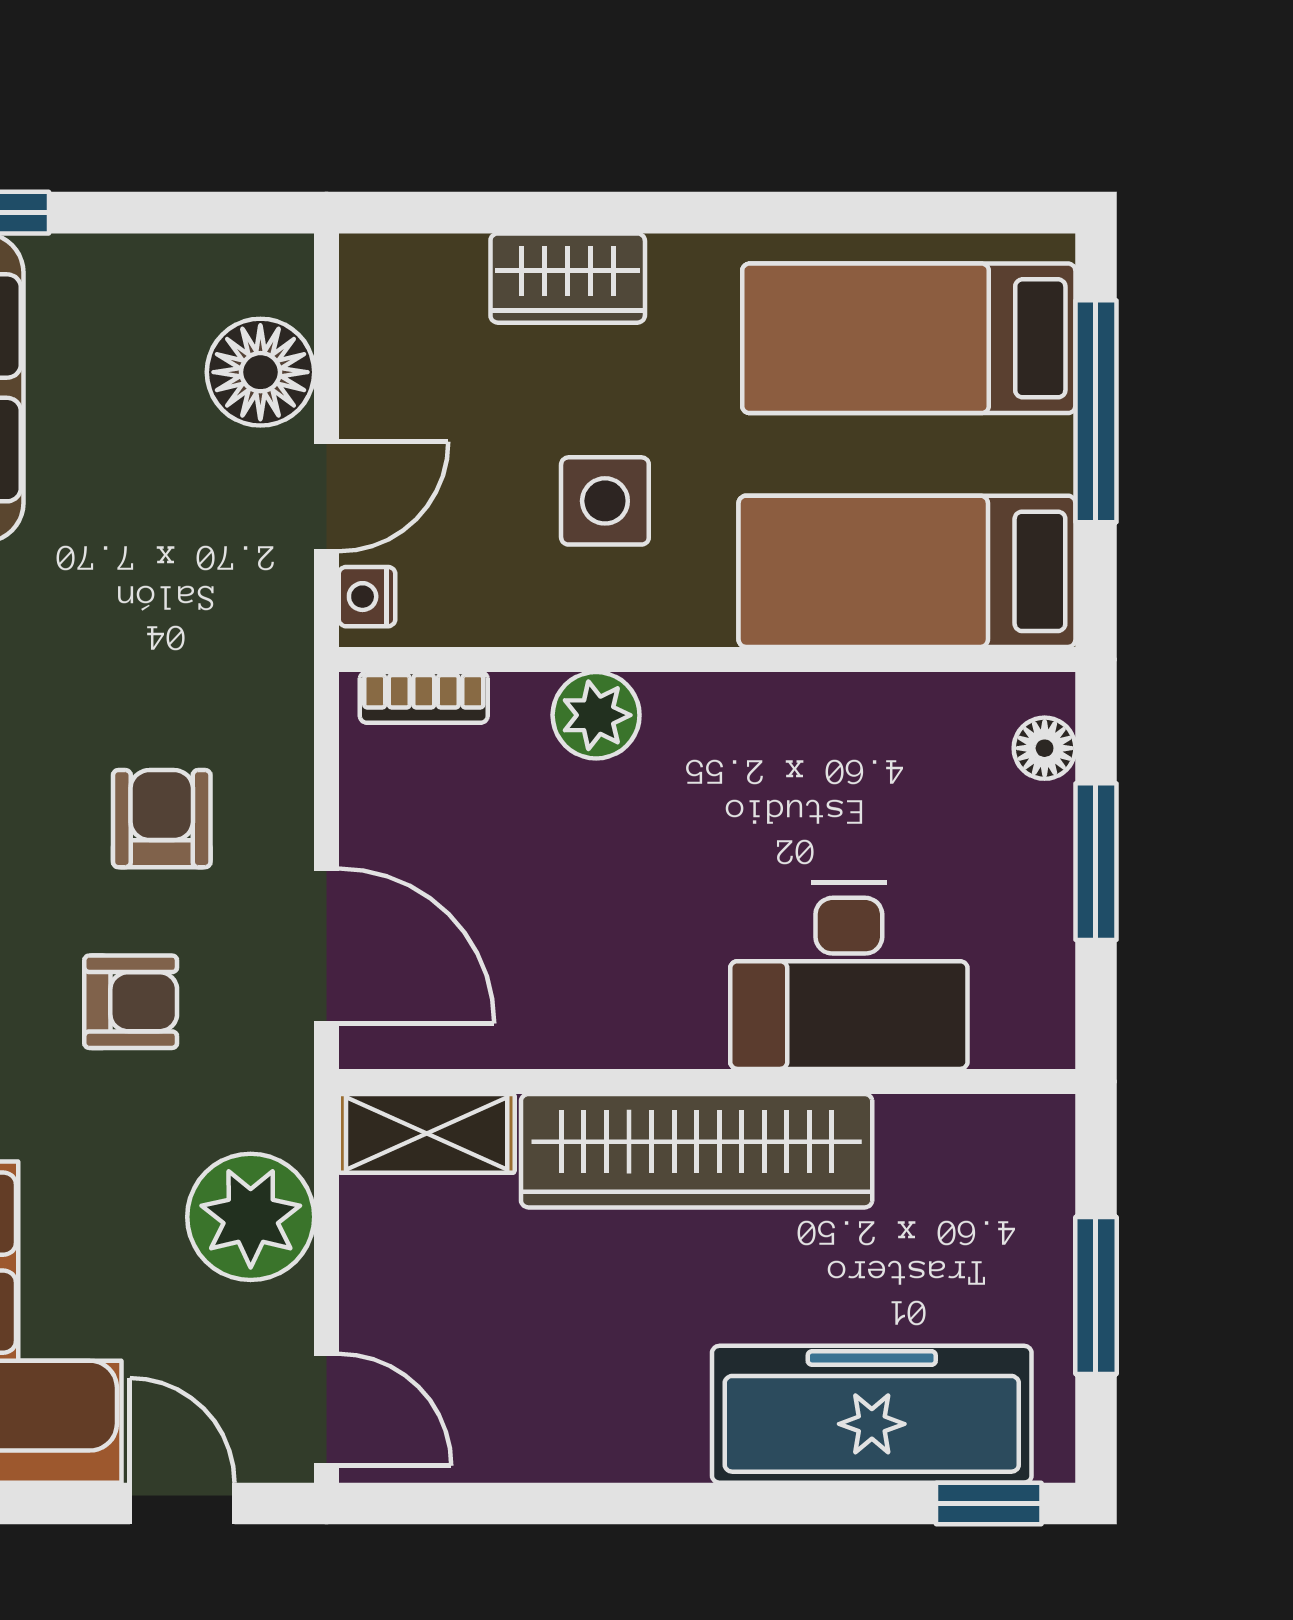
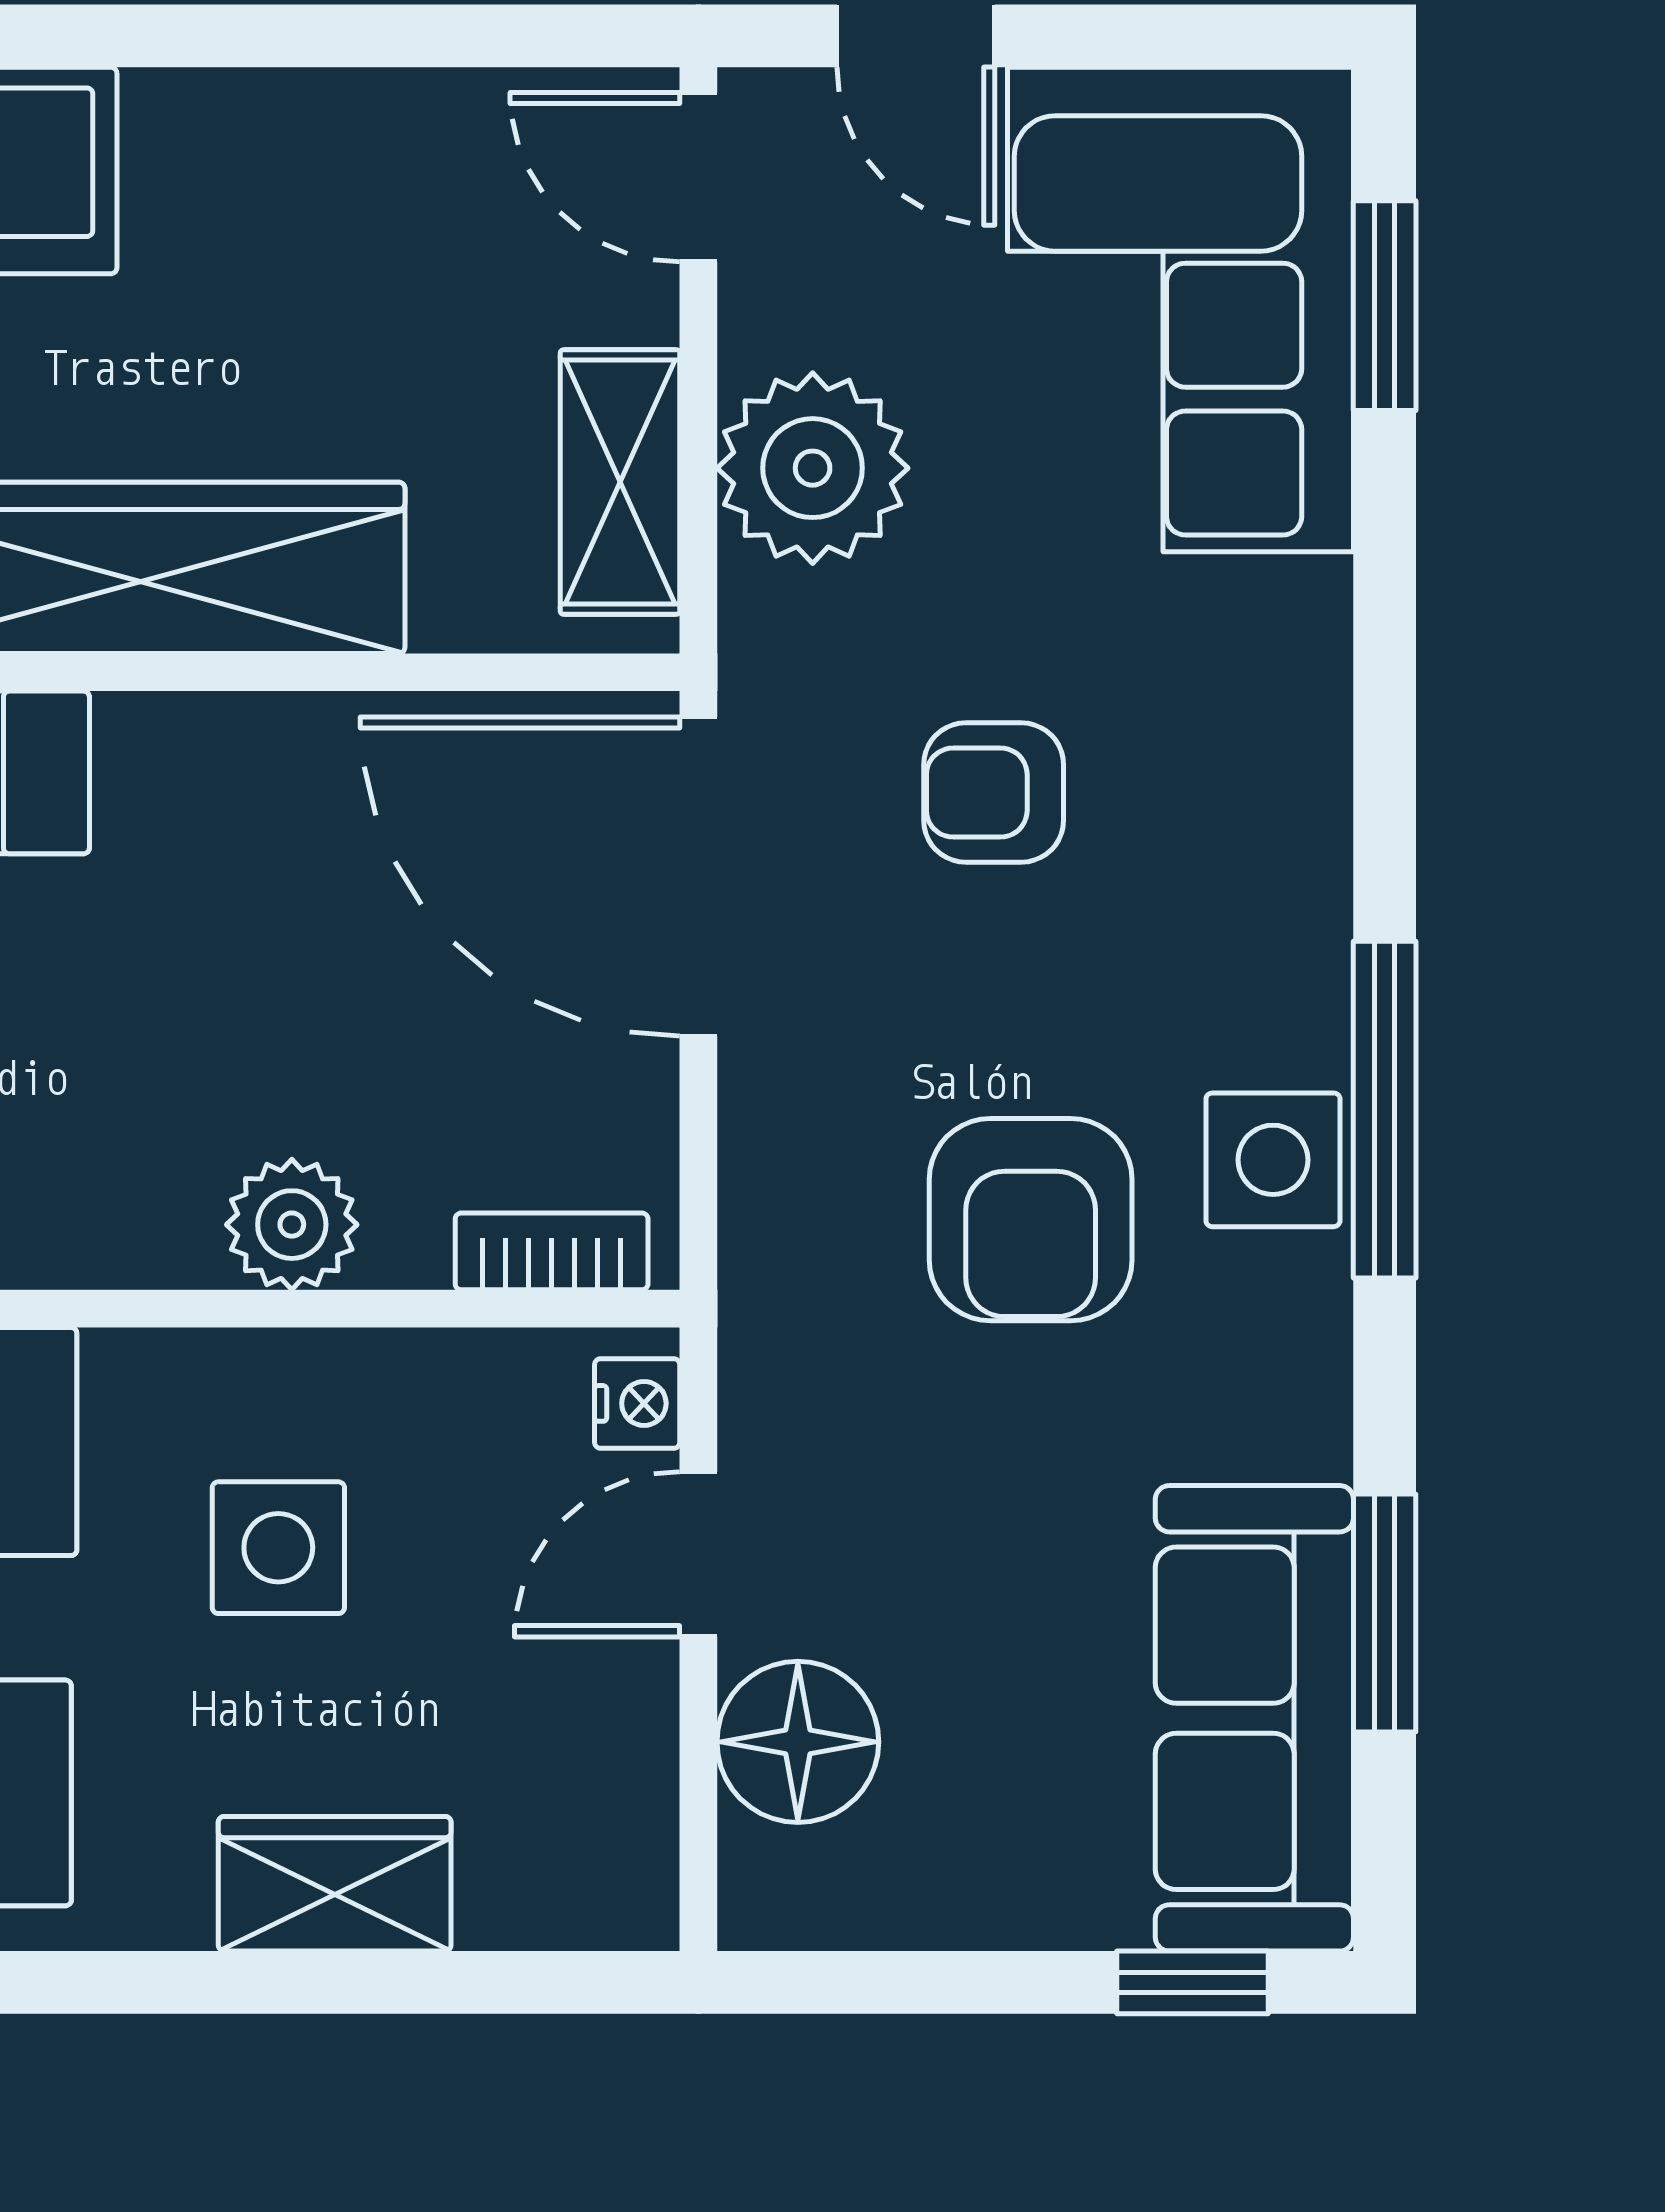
armchair: (162, 819) -> (1031, 1220), moved, width x1.38, depth x1.38
door: (326, 946) -> (698, 876), width x1.36
shelving: (427, 1133) -> (620, 482), moved, turned 90

